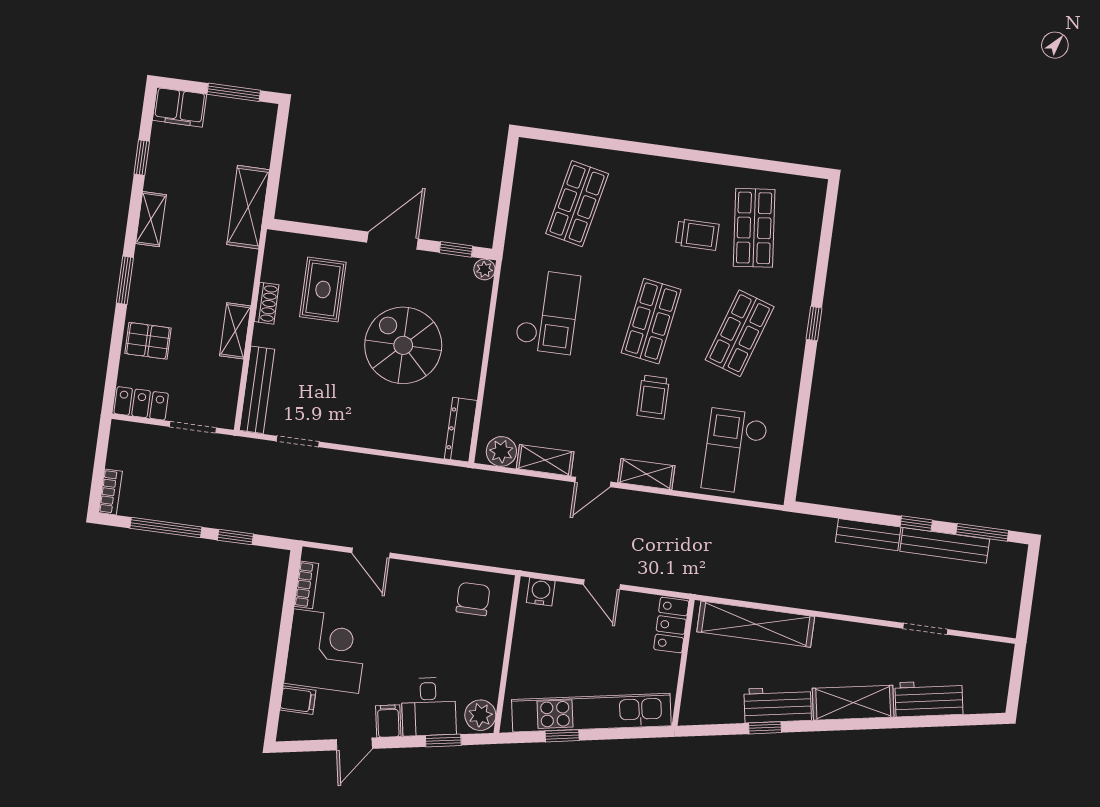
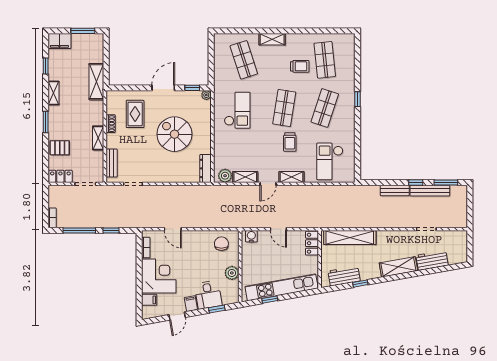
shelving: (645, 167) -> (272, 39), added
shop shelf: (577, 204) -> (244, 60), turned -30
bench: (257, 390) -> (112, 163), width x0.73
workbench: (778, 705) -> (344, 276), moved
plant: (480, 715) -> (232, 273), moved

